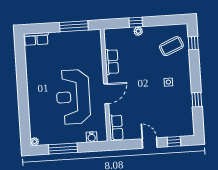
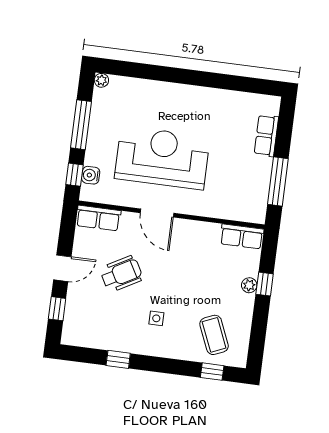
row of seats: (36, 39) -> (266, 136), moved
row of seats: (112, 62) -> (242, 236), moved
wheelchair: (146, 108) -> (121, 274), added
window: (93, 147) -> (74, 175), added

